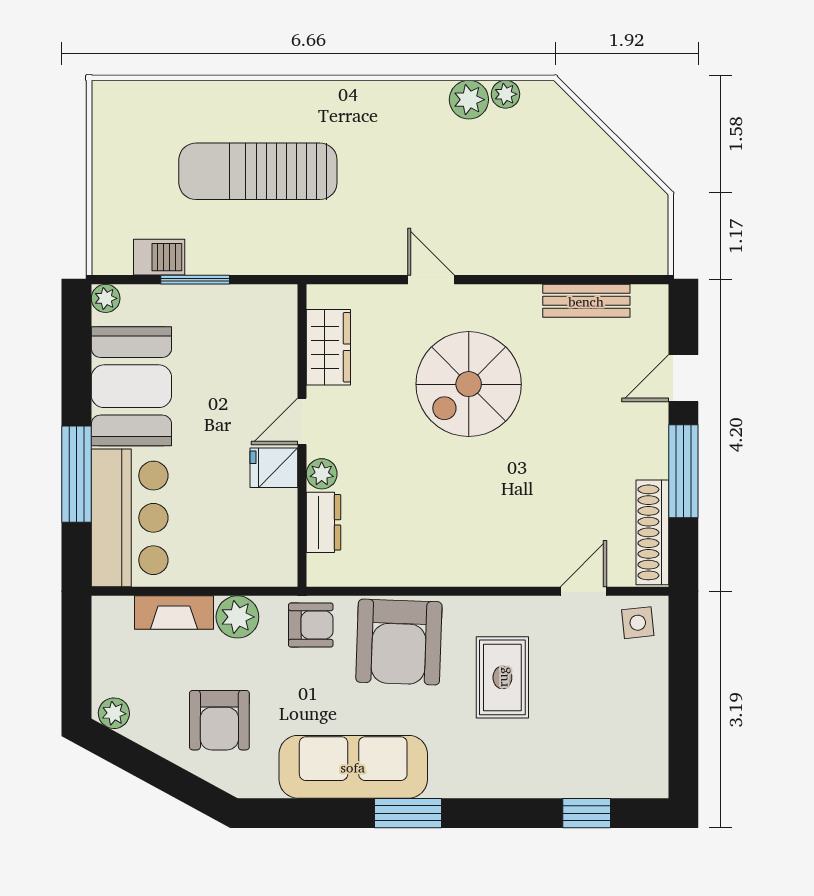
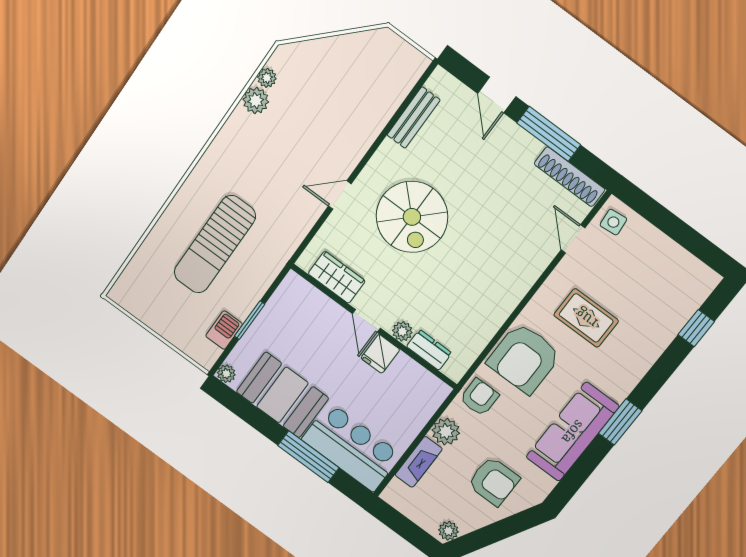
armchair: (399, 642) -> (524, 358), turned 88

